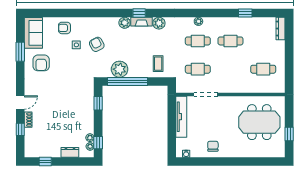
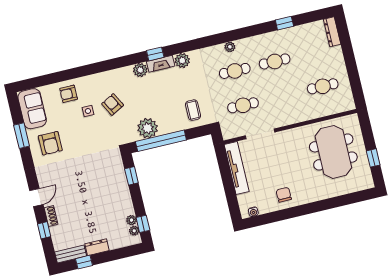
meeting table: (259, 122) -> (333, 152), turned 90
dresser: (70, 152) -> (97, 247), moved
bench: (36, 153) -> (71, 254), added

